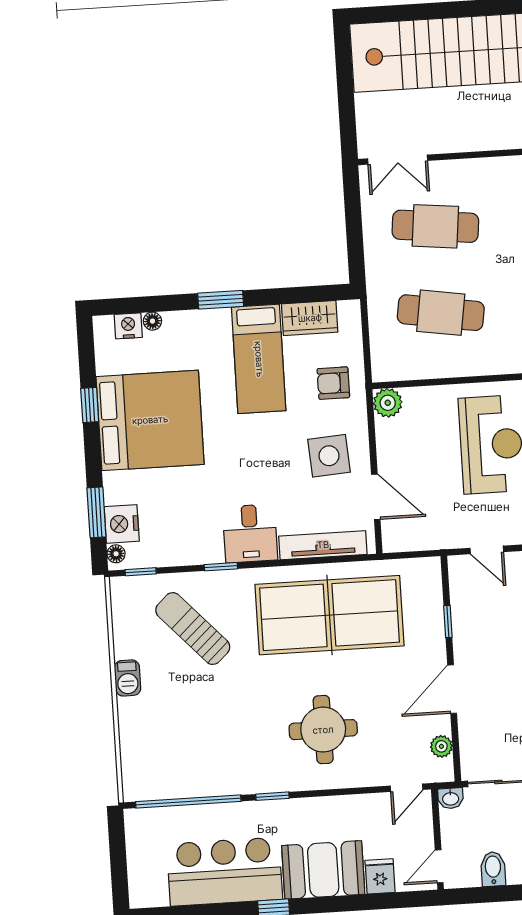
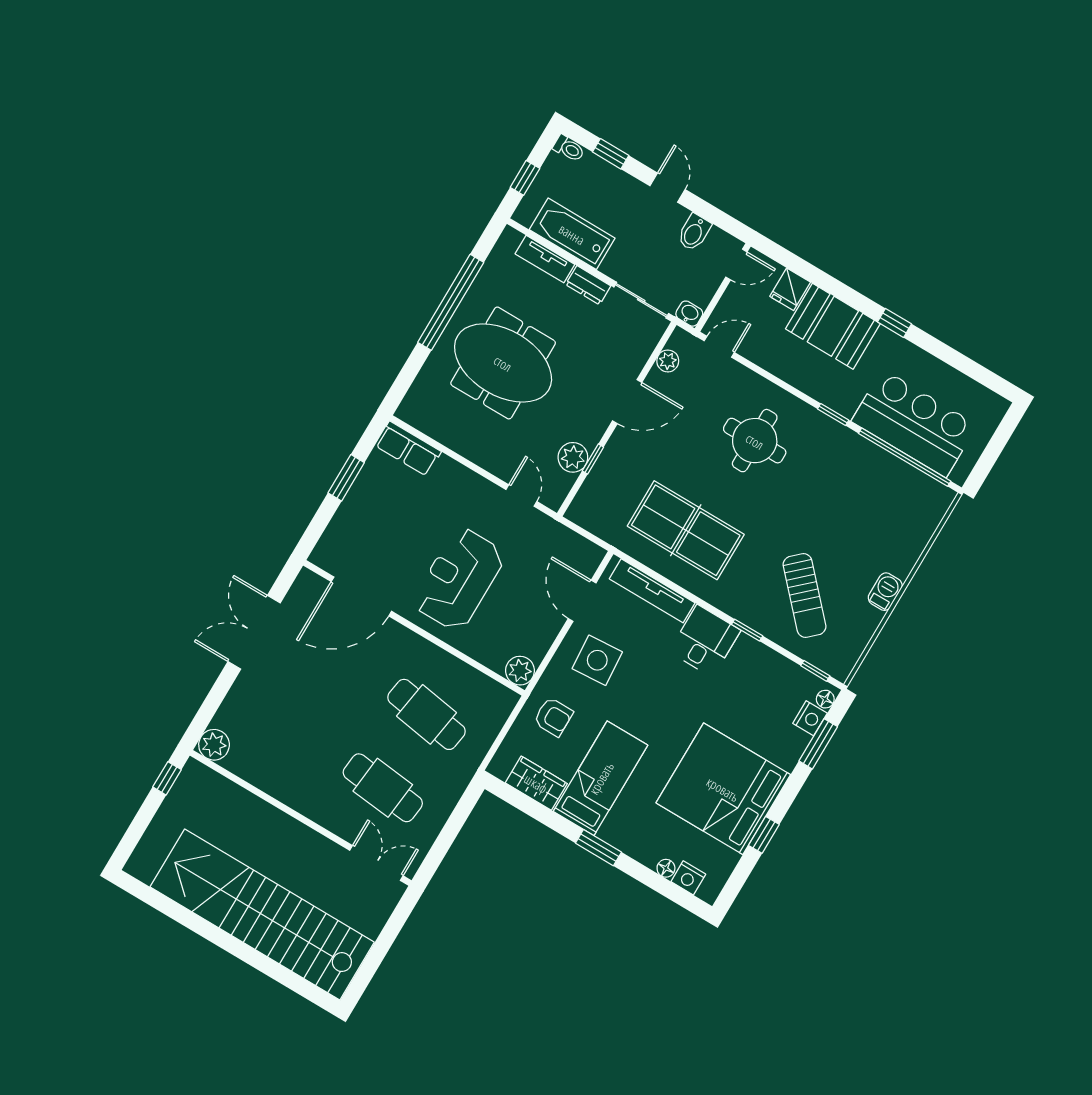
nightstand: (122, 524) -> (810, 718), width x0.74, depth x0.75
plant: (466, 611) -> (573, 457), added
table tennis table: (330, 615) -> (686, 530), width x0.73, depth x0.76
bar counter: (225, 872) -> (914, 423), moved, turned 180

